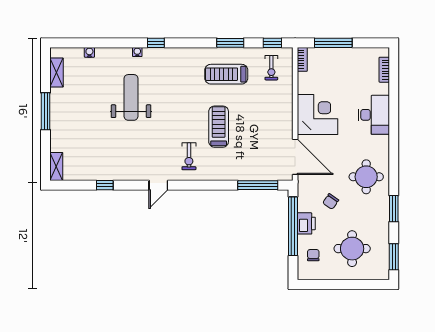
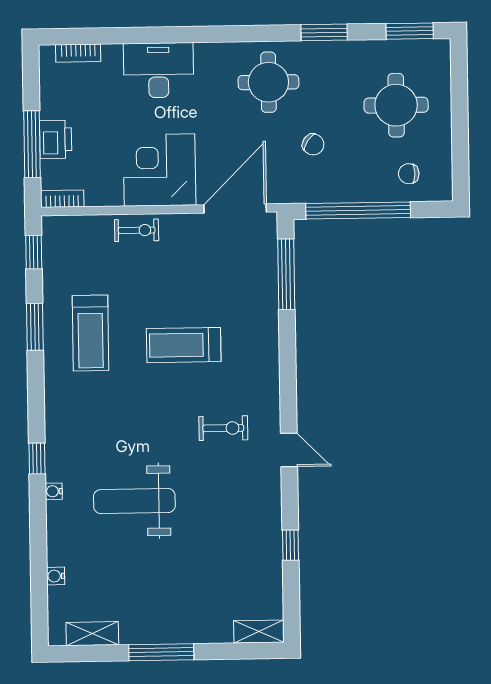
exercise bike: (271, 68) -> (137, 230), moved
exercise bike: (189, 156) -> (223, 428), moved
printer: (306, 223) -> (56, 139), moved, turned 90

